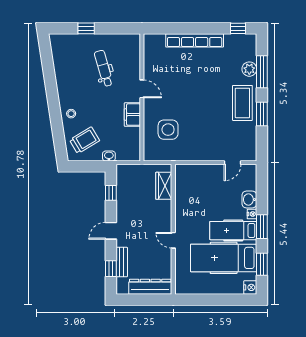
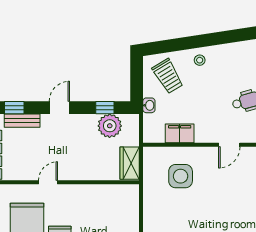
filing cabinet: (132, 115) -> (180, 133), moved
wardrobe: (164, 186) -> (130, 163), moved, turned -90
plant: (126, 189) -> (110, 126), added
door: (111, 231) -> (59, 108), hinge flipped

